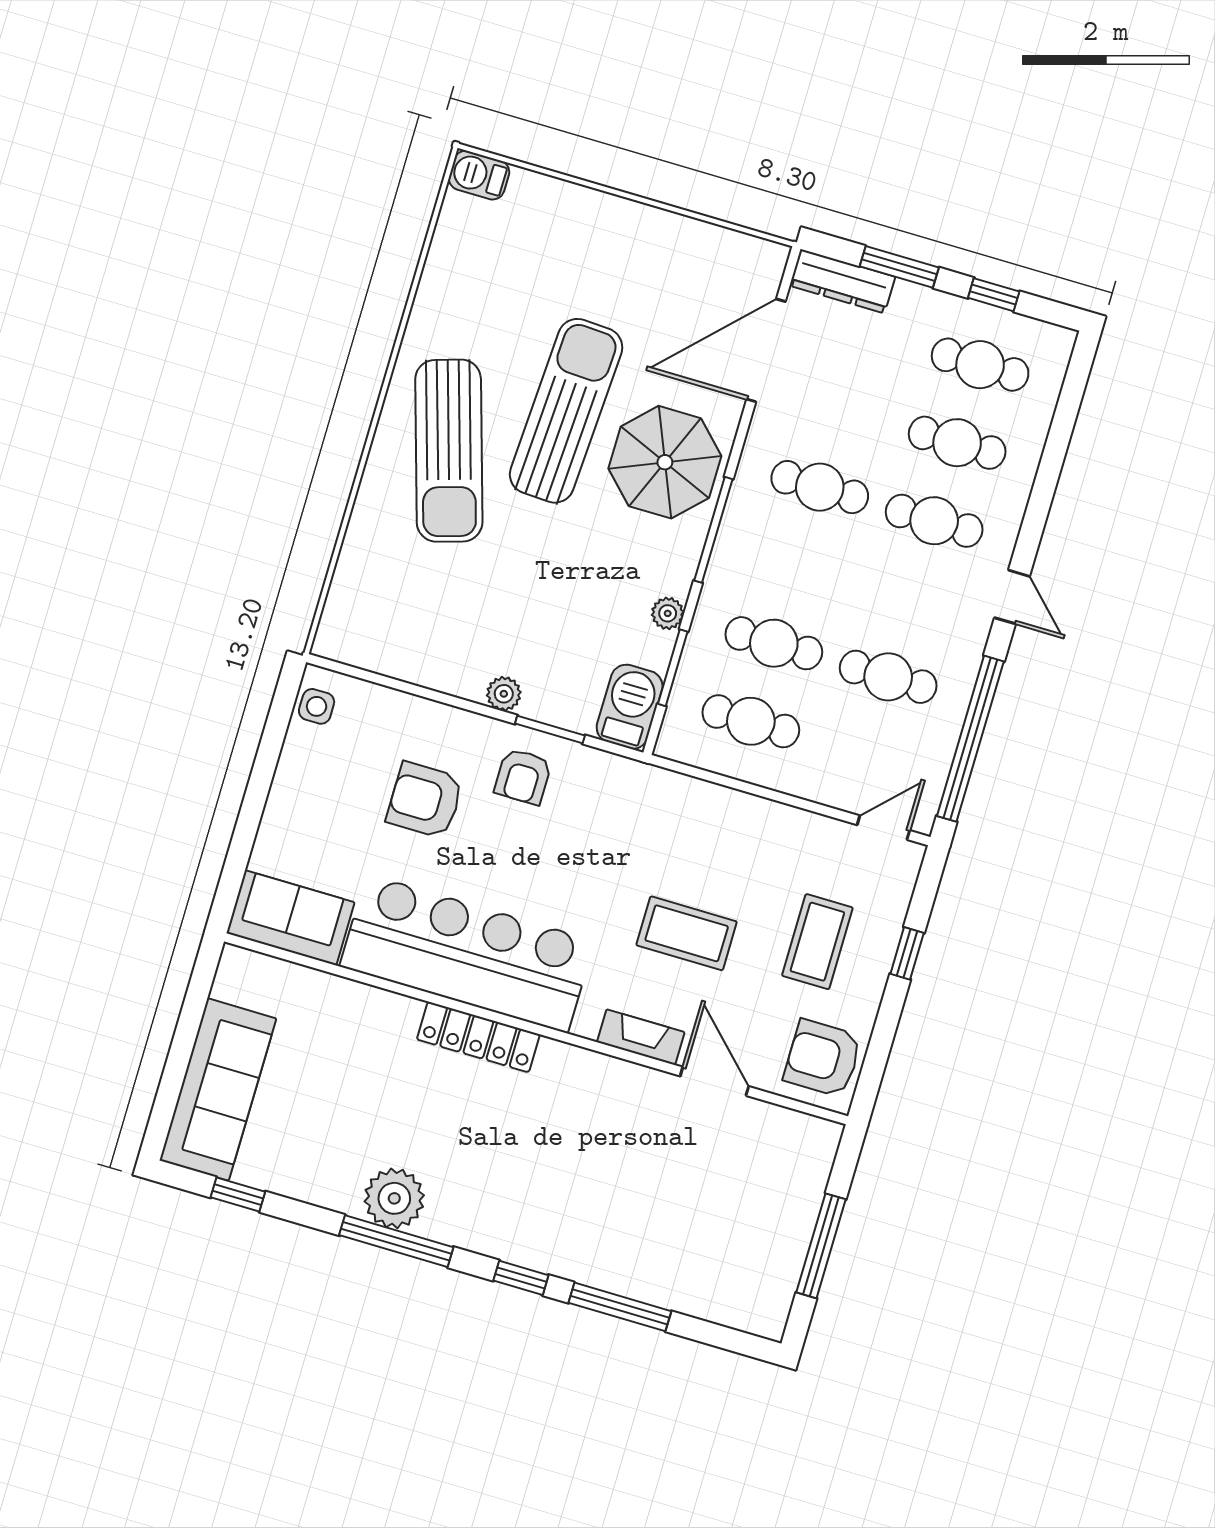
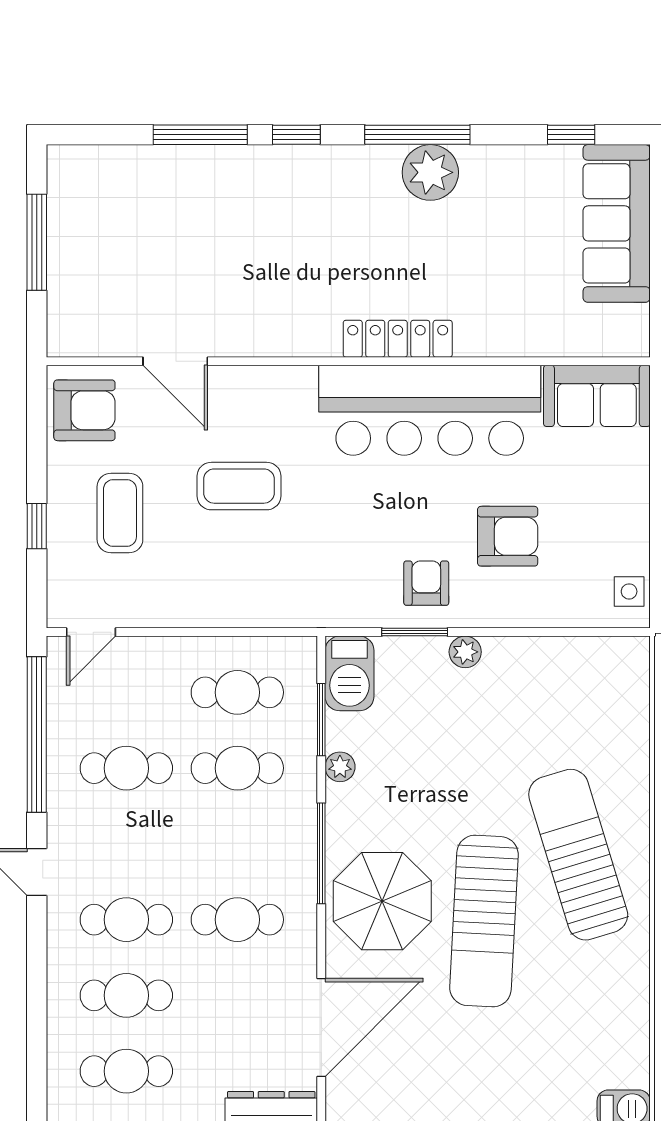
fireplace: (641, 1037) -> (253, 381), removed

